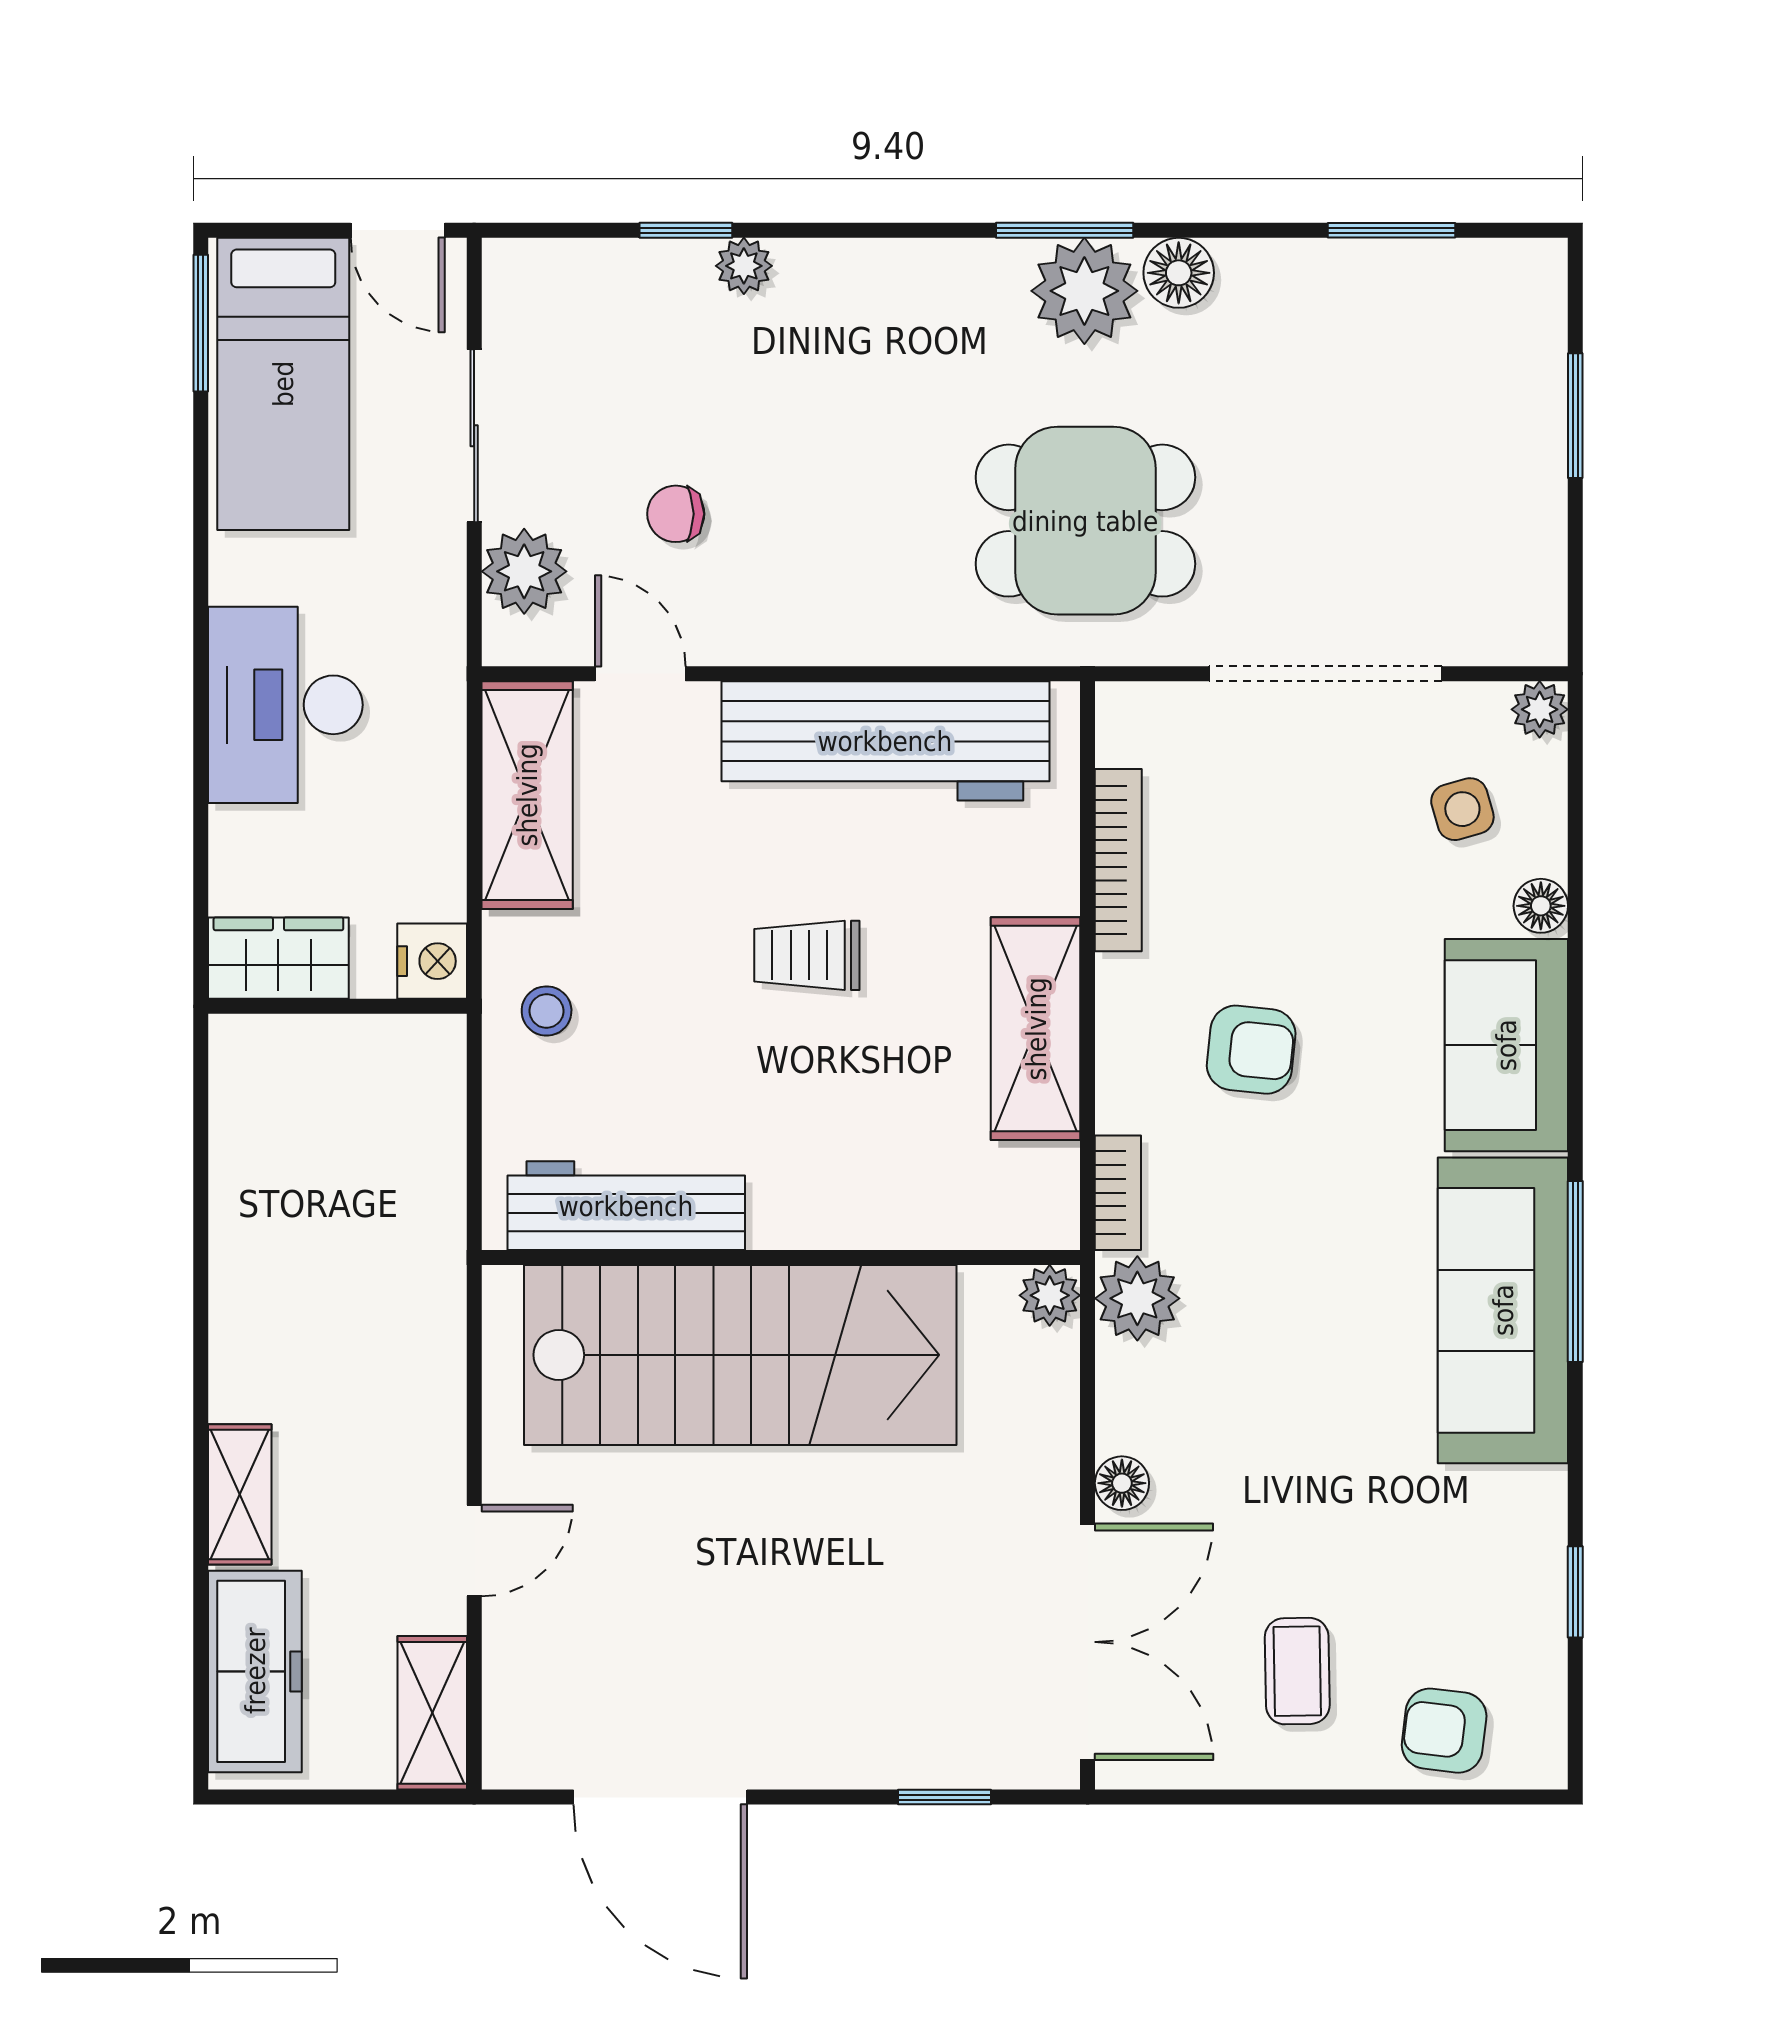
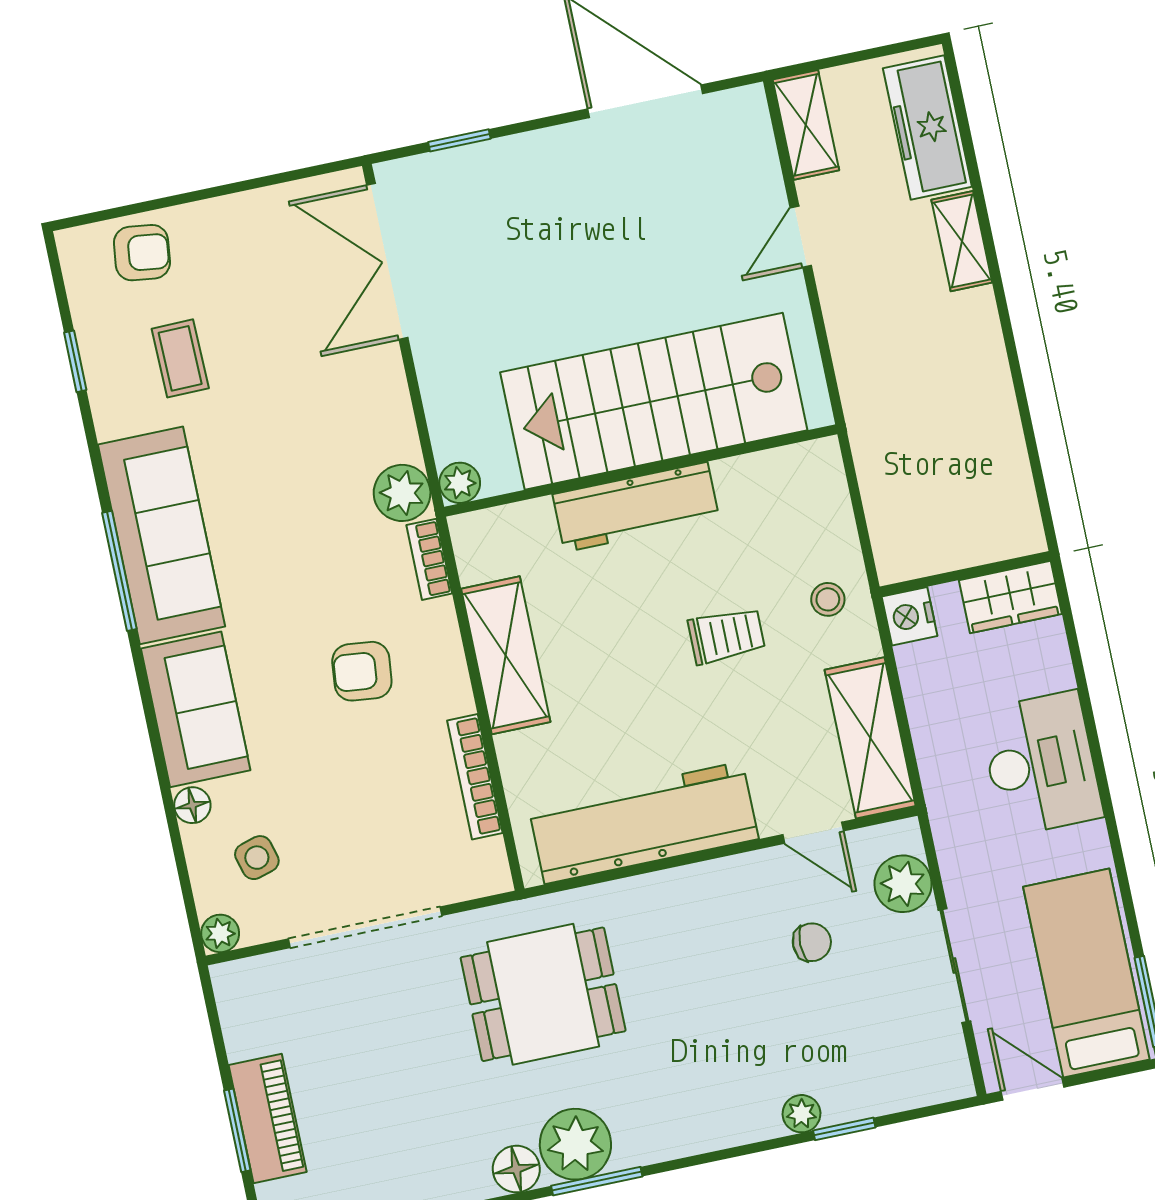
piano: (1527, 424) -> (268, 1119), added
trolley: (807, 955) -> (726, 636), moved
workbench: (626, 1206) -> (636, 507), moved
floor lamp: (1122, 1483) -> (387, 370), removed
coffee table: (1297, 1671) -> (180, 358), moved

